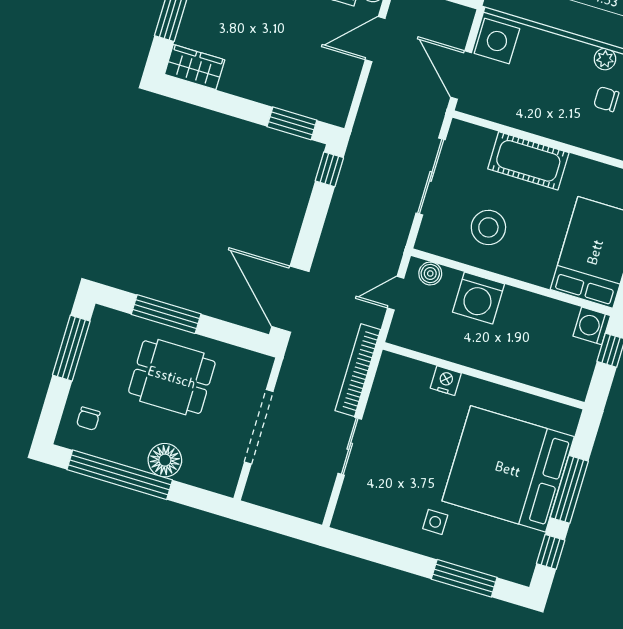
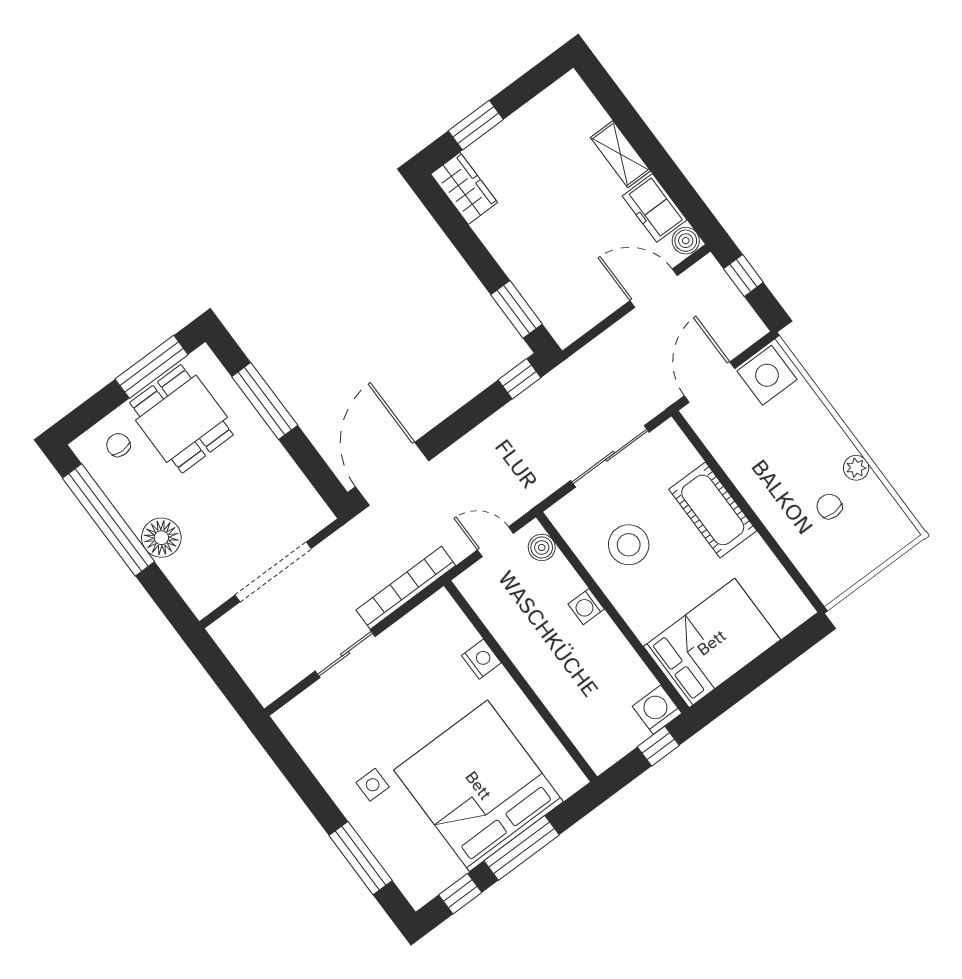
washing machine: (478, 298) -> (586, 607), width x0.53, depth x0.53
dining table: (172, 377) -> (181, 419), moved
chair: (88, 419) -> (118, 445), turned 90

